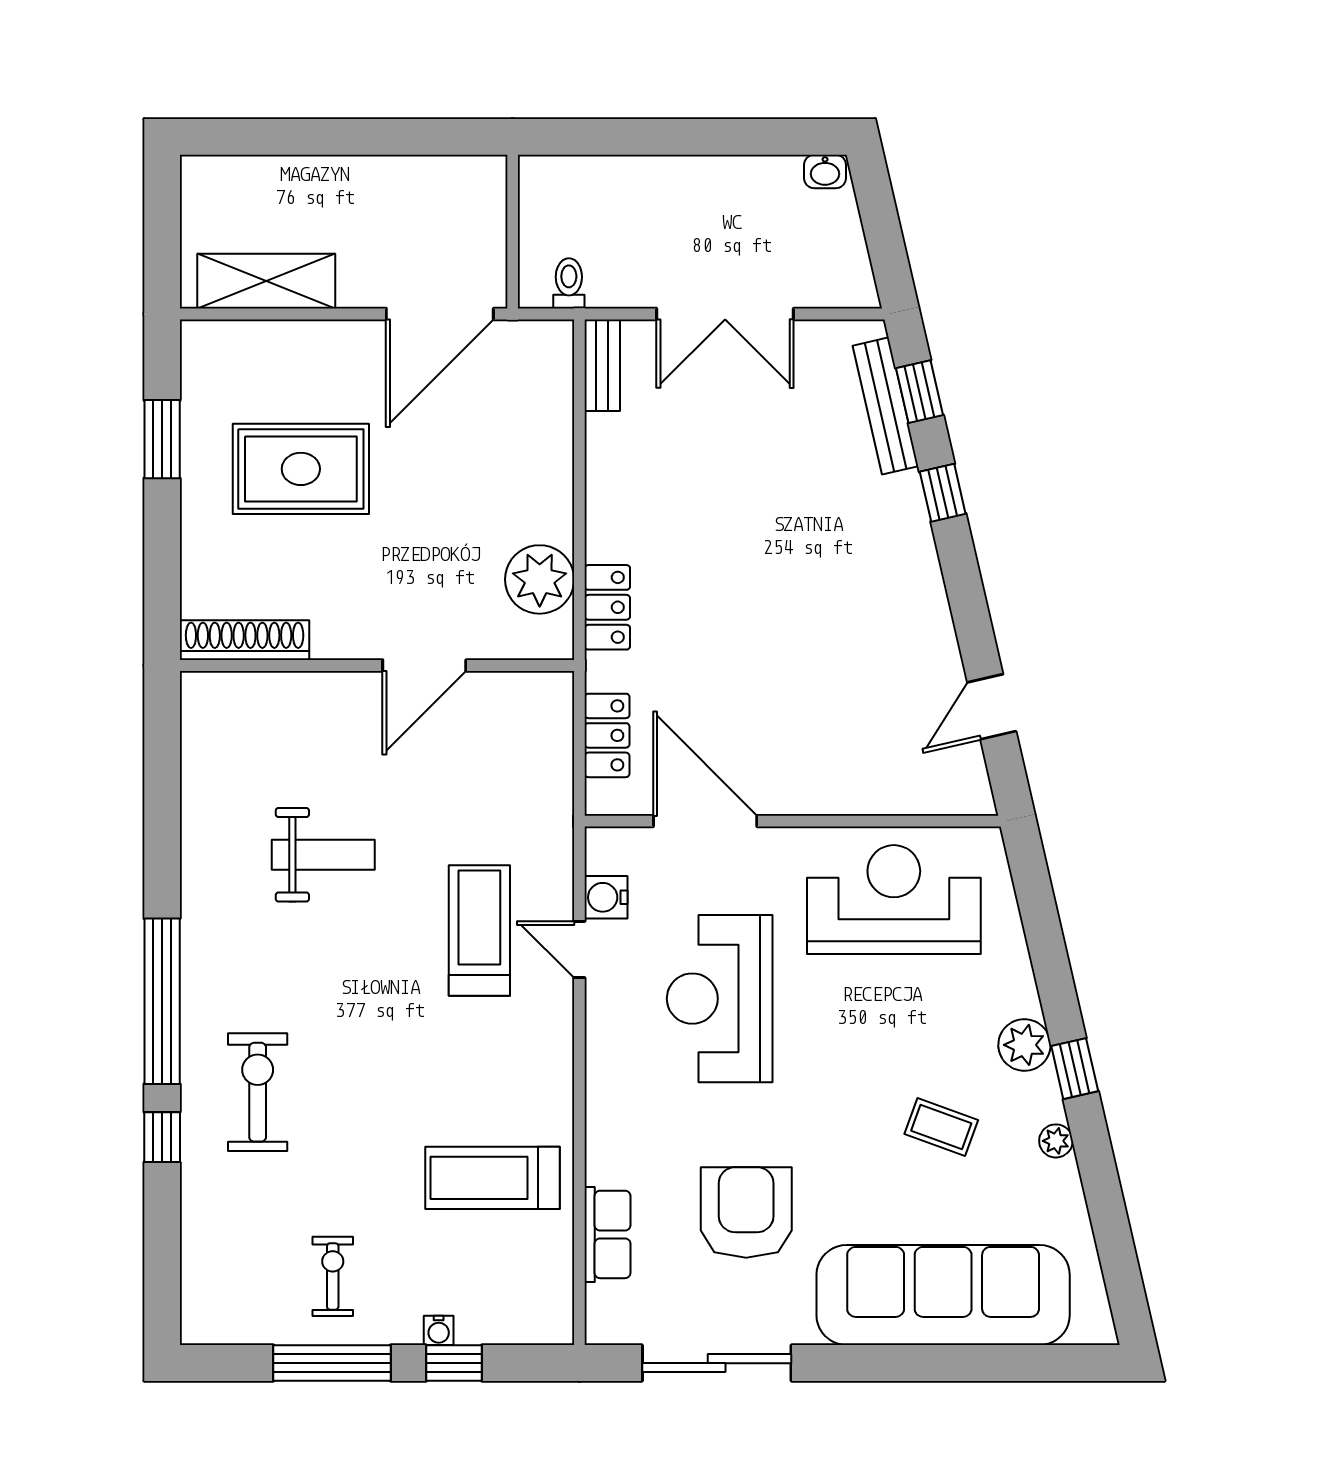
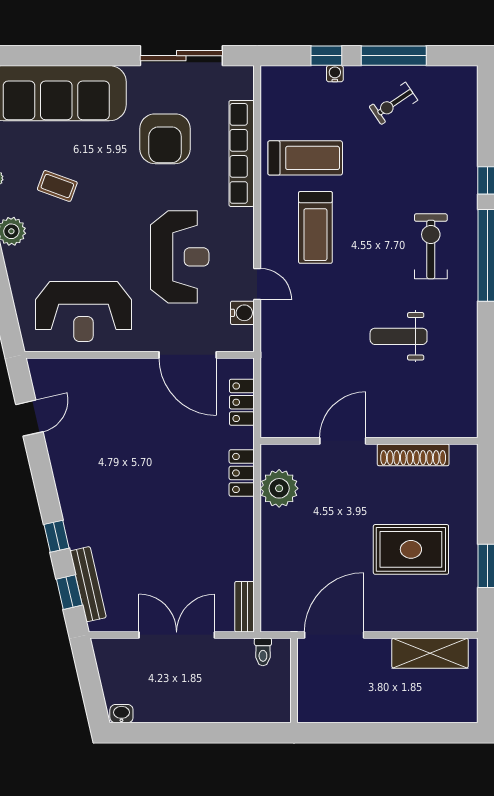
shoe rack: (245, 640) -> (413, 455), moved
treadmill: (479, 931) -> (315, 227), moved
exercise bike: (258, 1092) -> (431, 246), moved, turned 180
row of seats: (608, 1234) -> (242, 153), width x2.02
exercise bike: (333, 1276) -> (393, 103), turned 56

